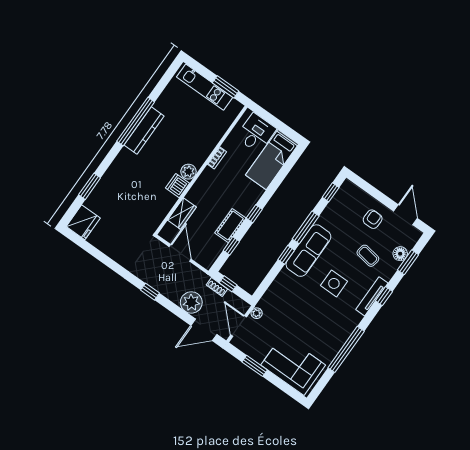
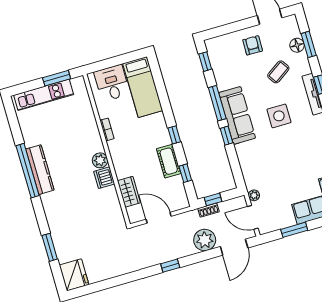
coffee table: (368, 256) -> (278, 72), turned -43

